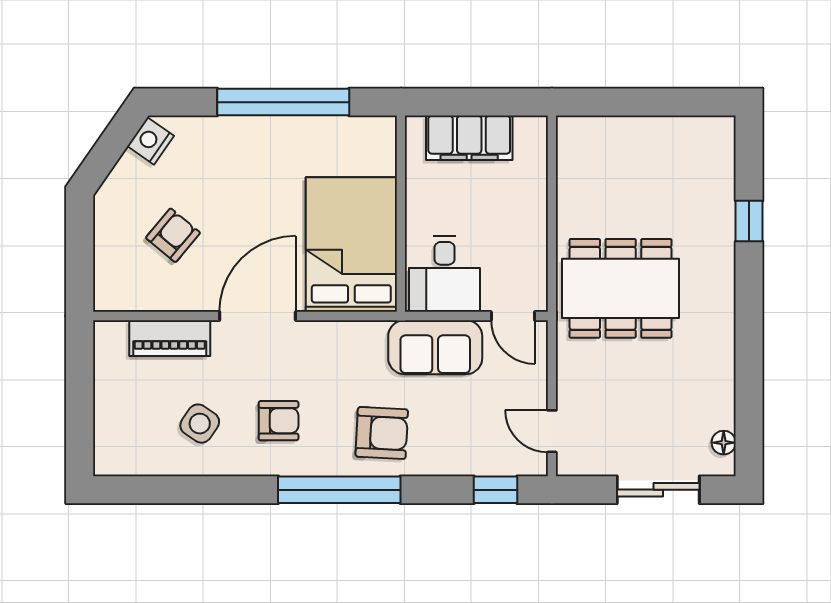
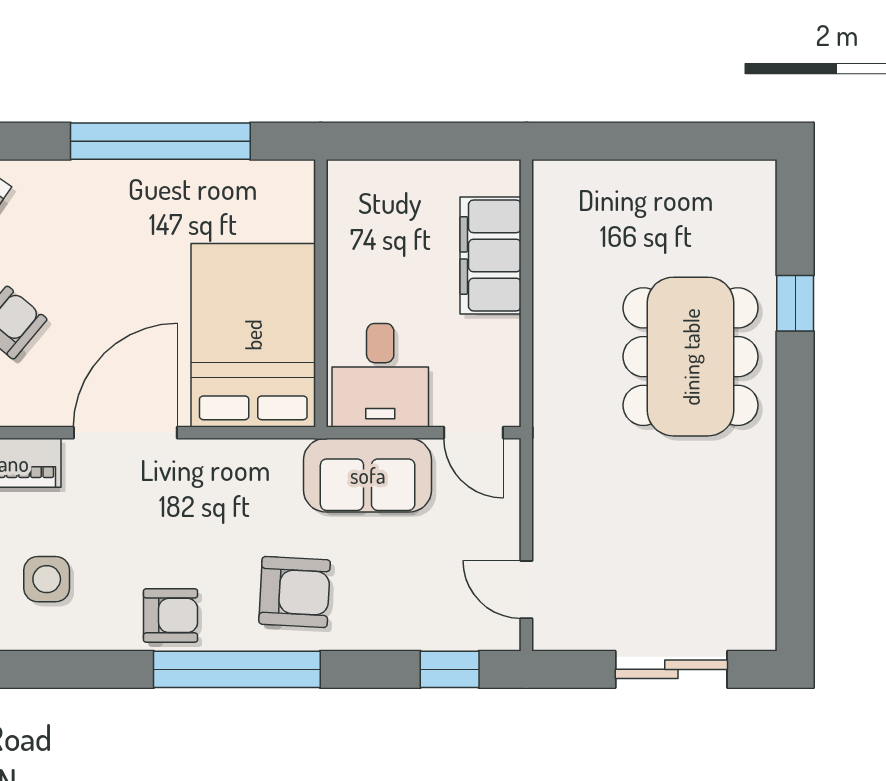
filing cabinet: (469, 138) -> (491, 255), moved, turned 90
dining table: (621, 288) -> (691, 357), moved, turned 90
armchair: (279, 421) -> (170, 615), moved
side table: (200, 424) -> (47, 579), turned -34
floor lamp: (724, 443) -> (761, 605), removed

